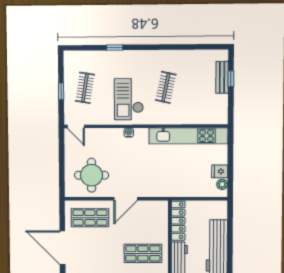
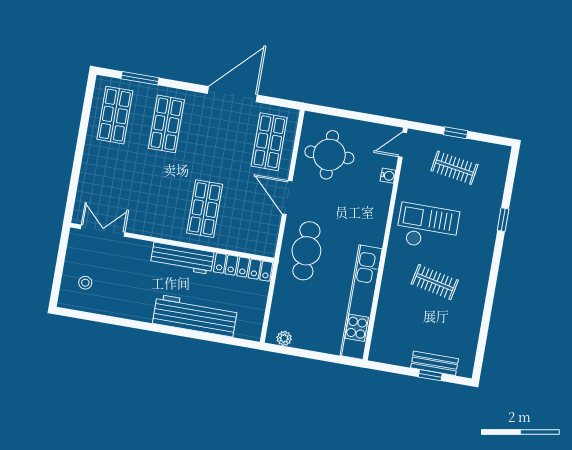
water cooler: (129, 133) -> (388, 176), moved
fridge: (220, 171) -> (303, 338), removed
cafe table: (160, 179) -> (306, 251), added

